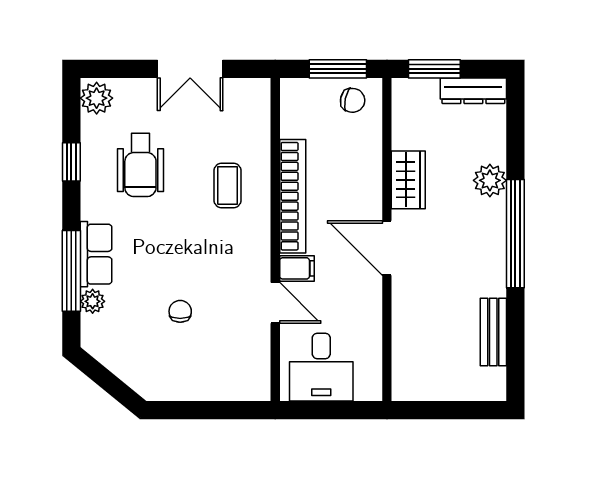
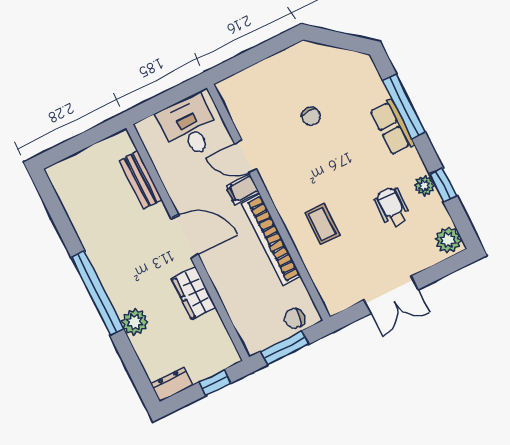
double door: (190, 69) -> (391, 295), swing flipped
window: (434, 69) -> (215, 383), width x0.67
dresser: (473, 91) -> (172, 384), width x0.70
chair: (353, 100) -> (294, 318), moved
wheelchair: (140, 165) -> (392, 208), width x0.73, depth x0.73
plant: (93, 301) -> (425, 185), moved
bench: (493, 332) -> (141, 180), moved

